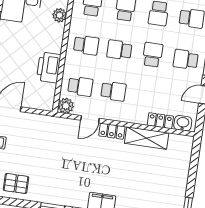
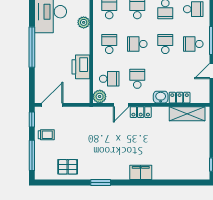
school desk: (86, 45) -> (109, 44), turned -90
school desk: (113, 91) -> (137, 79), turned -90
washbasin: (183, 123) -> (161, 97), moved
shelving: (147, 138) -> (187, 114), moved

